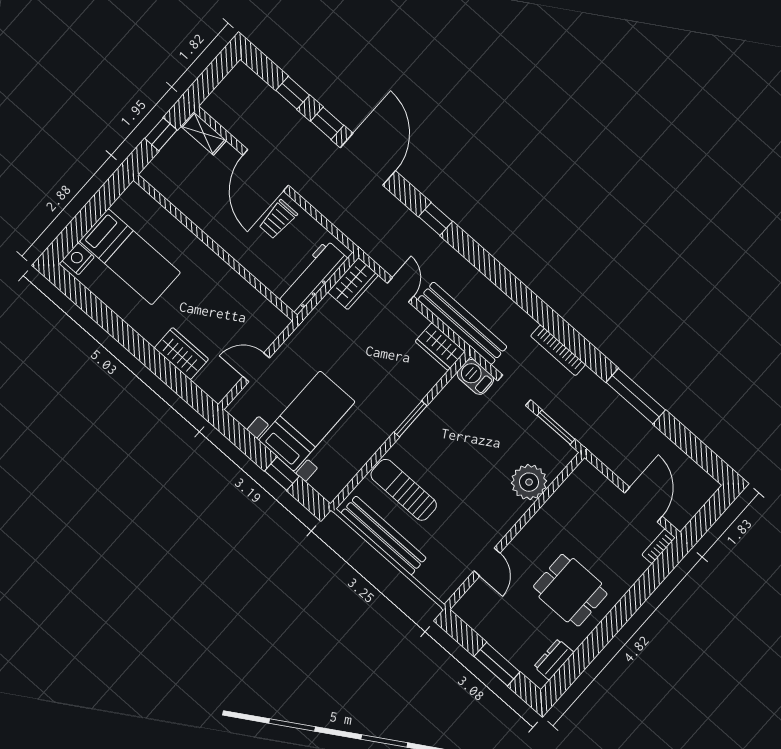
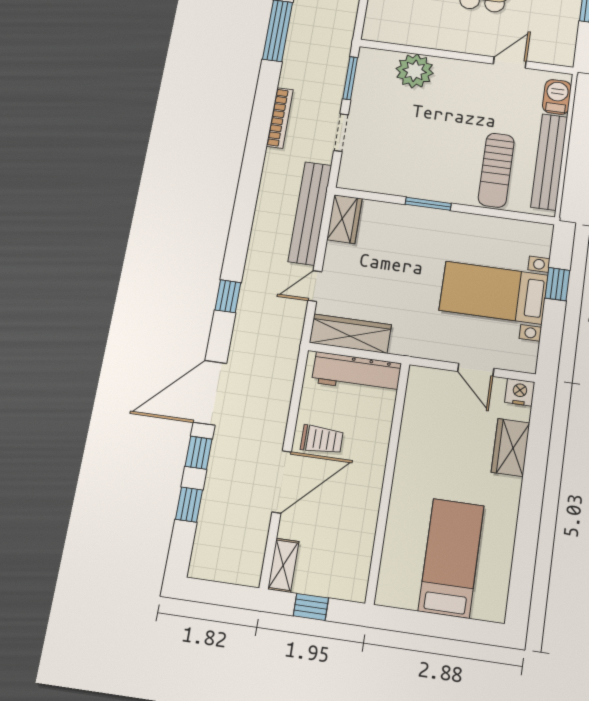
nightstand: (78, 259) -> (520, 392), moved, turned 180
wardrobe: (353, 284) -> (350, 334), width x1.50
barbecue: (475, 377) -> (557, 97), moved, turned 180

